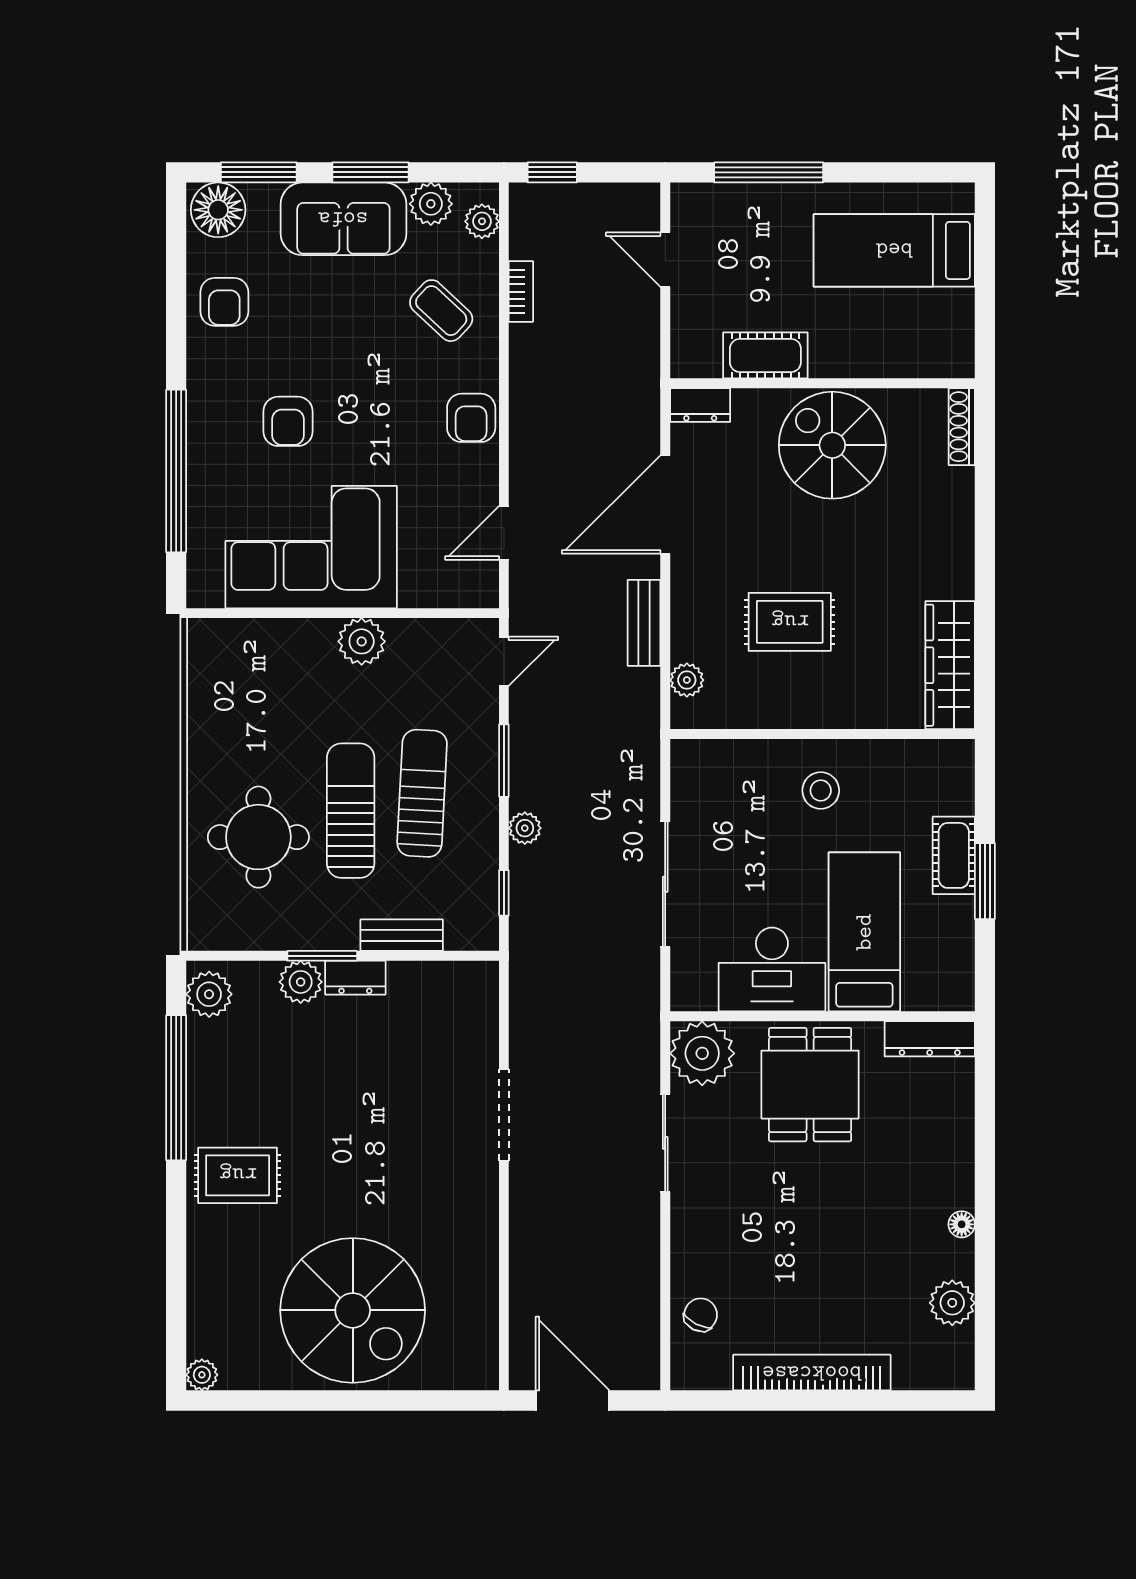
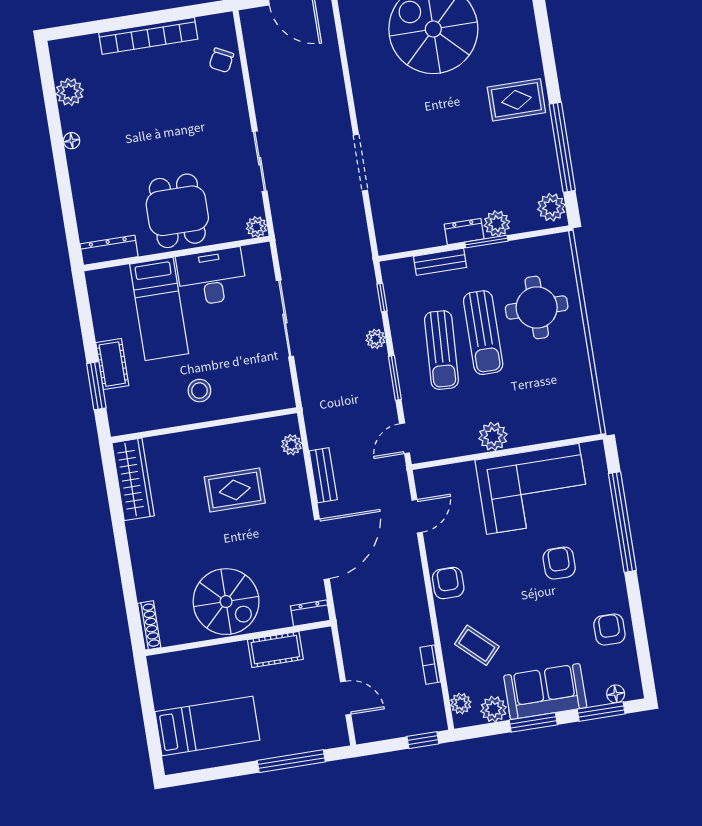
floor lamp: (218, 210) -> (616, 694), width x0.53, depth x0.53
window: (985, 881) -> (96, 386), moved
plant: (702, 1053) -> (256, 227), width x0.53, depth x0.53

